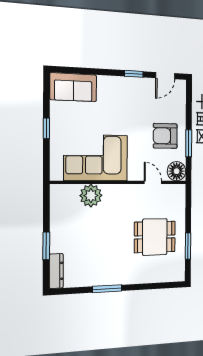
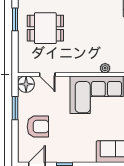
armchair: (165, 136) -> (38, 127), moved
plant: (91, 196) -> (105, 68), width x0.53, depth x0.53

